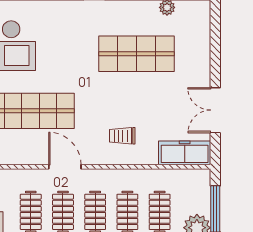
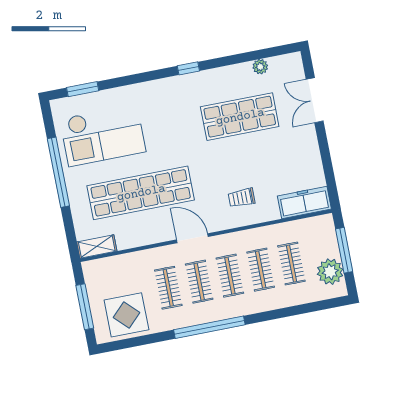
double door: (215, 110) -> (315, 100), moved

